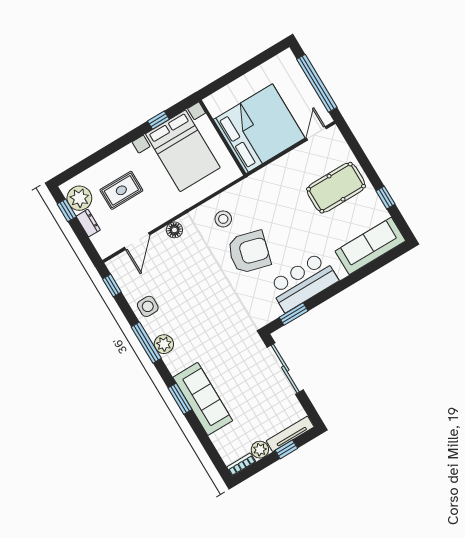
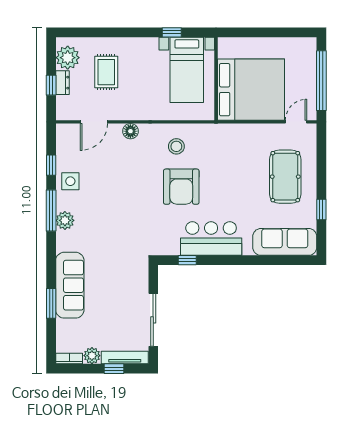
bed with nightstands: (183, 151) -> (187, 70), width x0.73
pool table: (336, 188) -> (285, 177), turned 90
rug: (121, 190) -> (106, 72), turned 90
window: (67, 210) -> (51, 85), moved
armchair: (249, 252) -> (181, 187), turned 75
window: (112, 286) -> (51, 165), moved
window: (294, 314) -> (187, 260), width x0.67
sliding door: (285, 369) -> (153, 320), moved
window: (180, 399) -> (51, 303), moved

